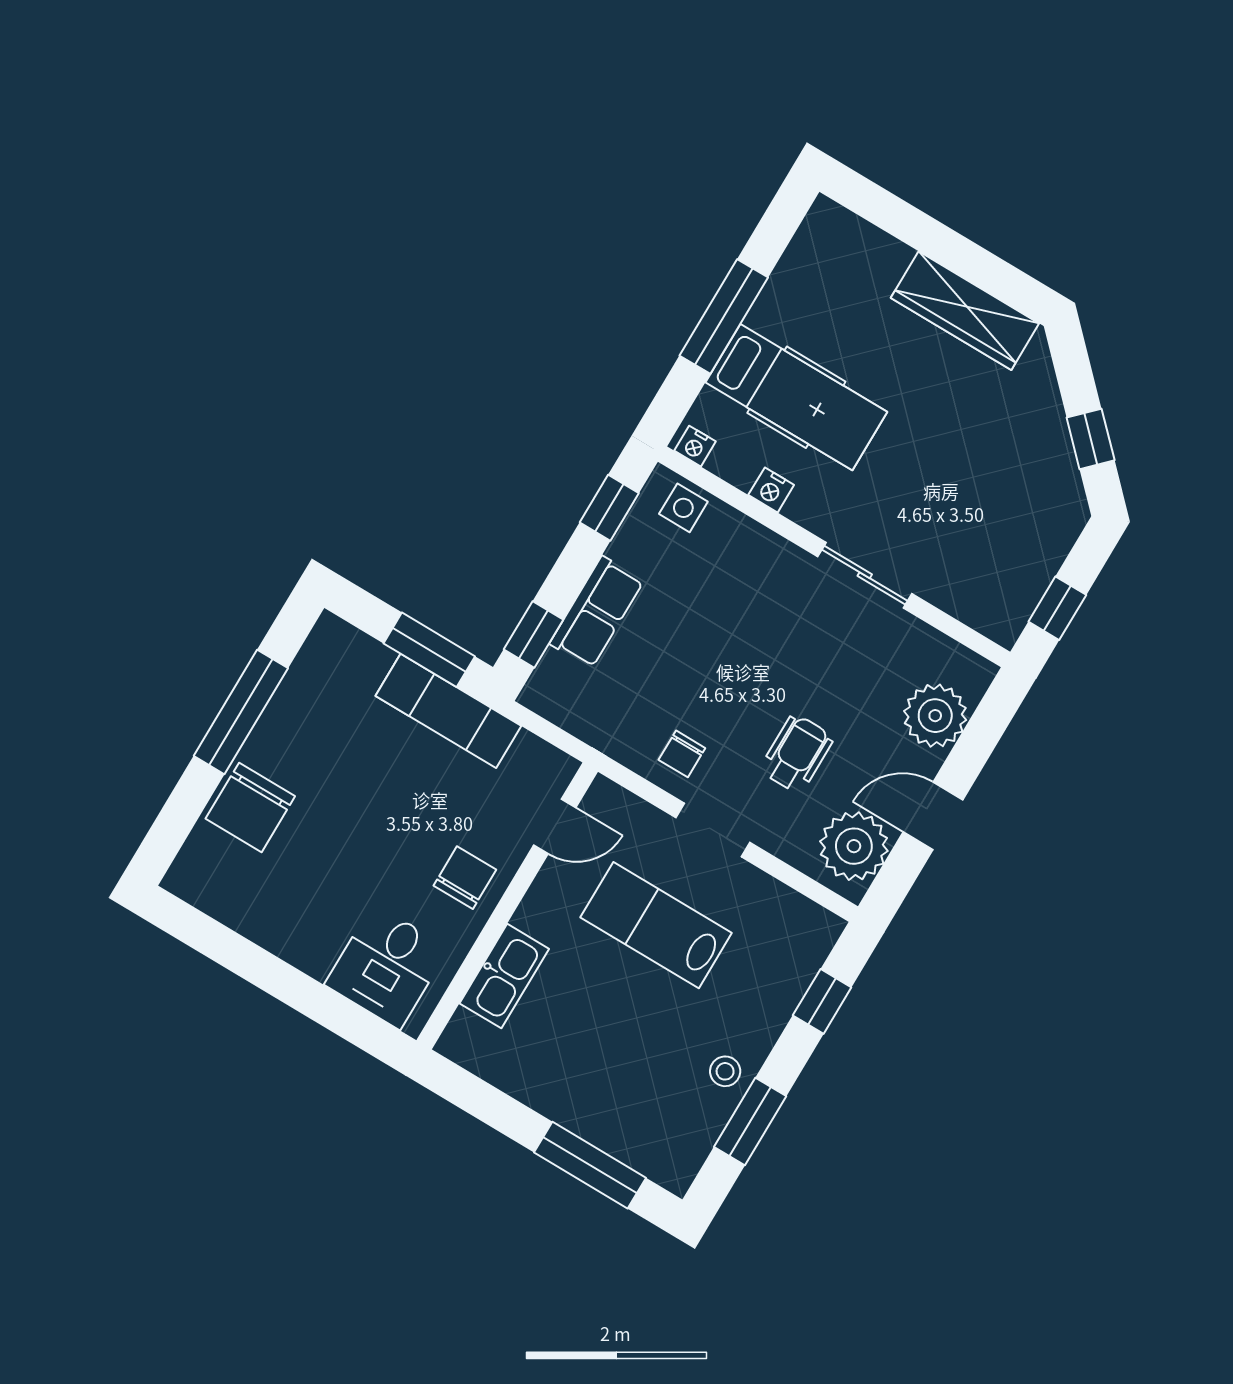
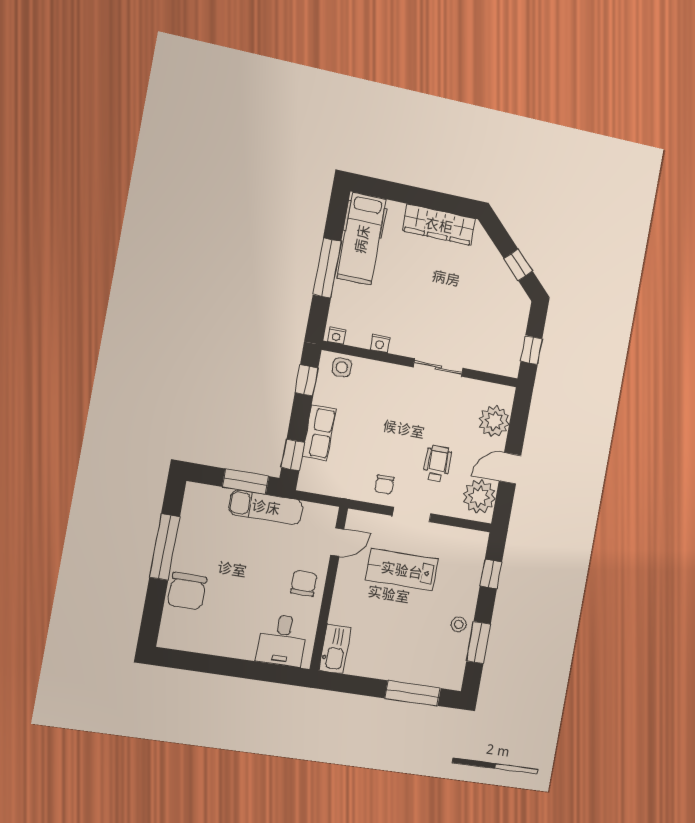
hospital bed: (796, 397) -> (362, 239), moved, turned 90
kitchen sink: (504, 976) -> (335, 649), moved

